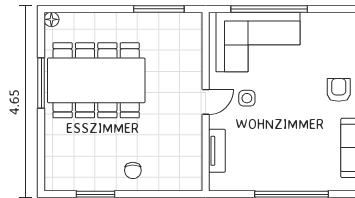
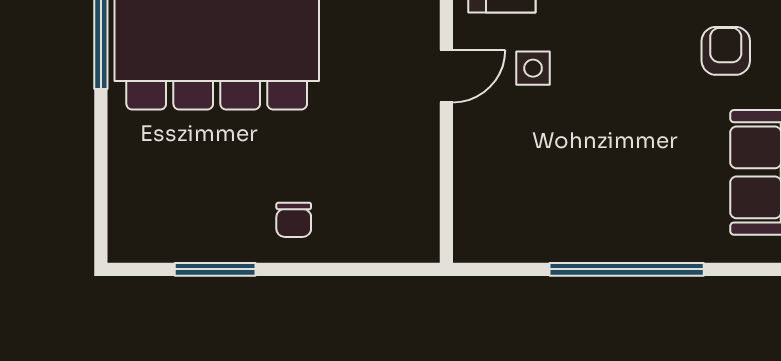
tv unit: (217, 151) -> (470, 178), removed

